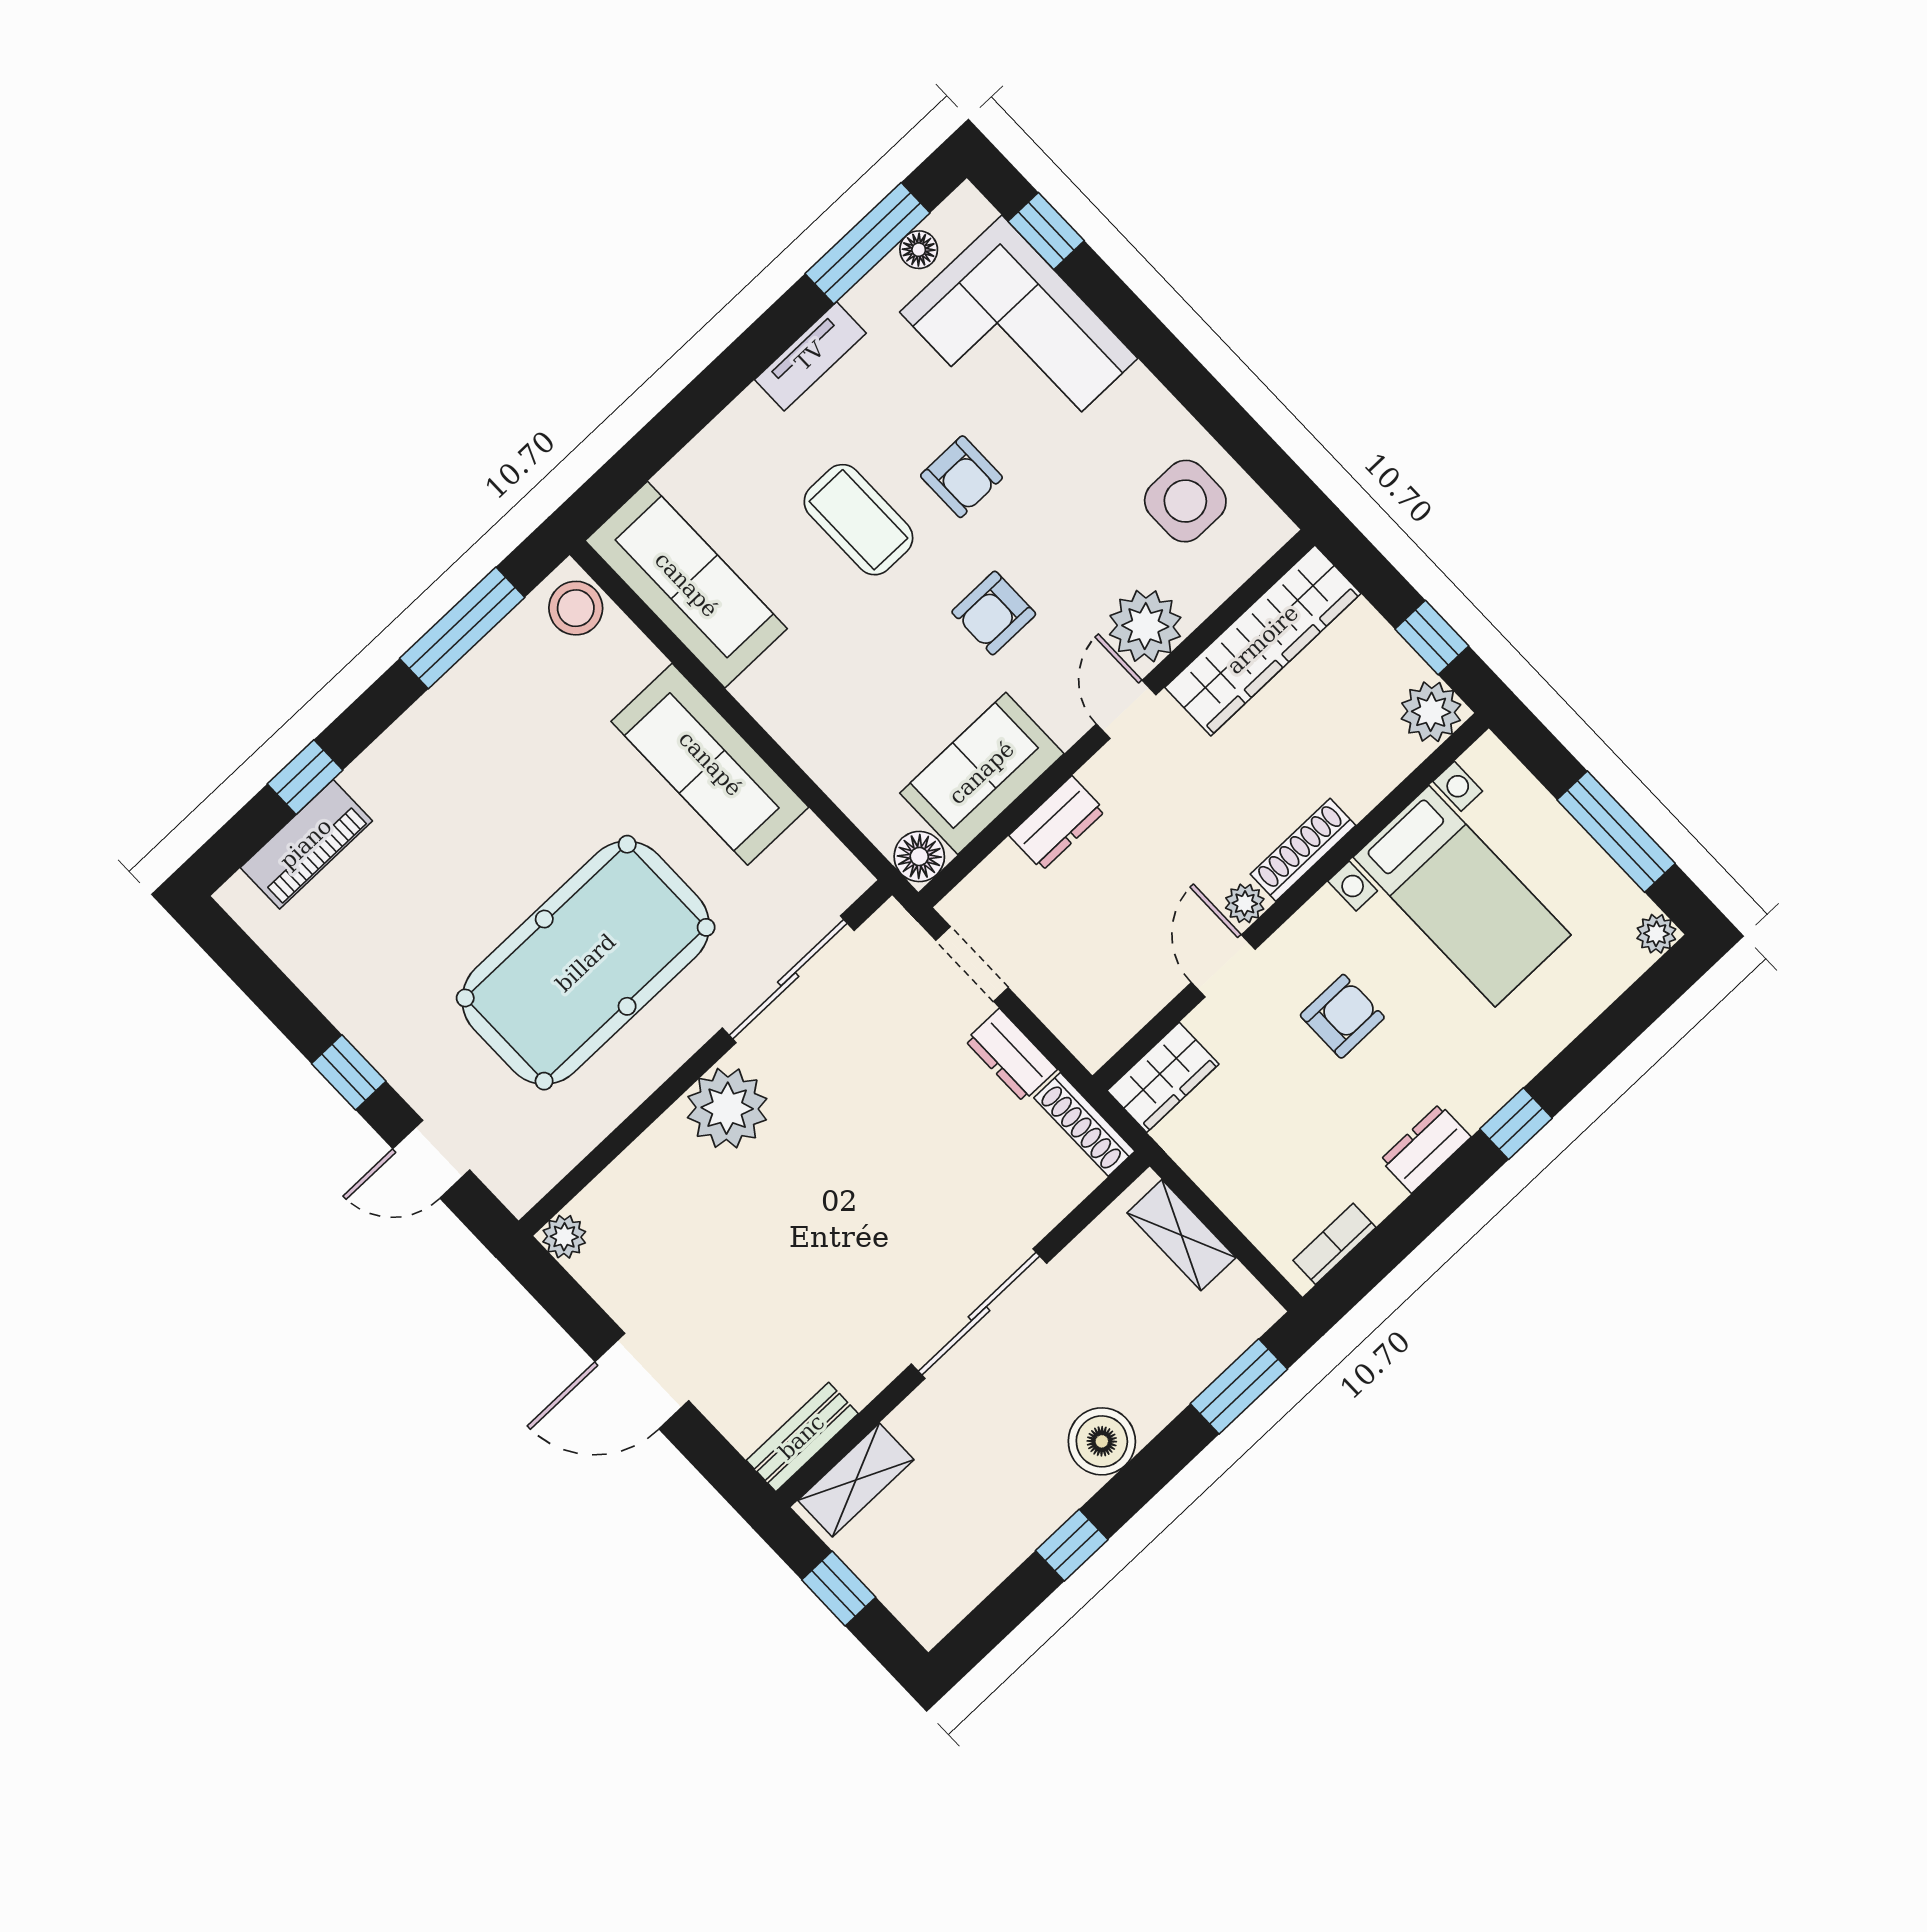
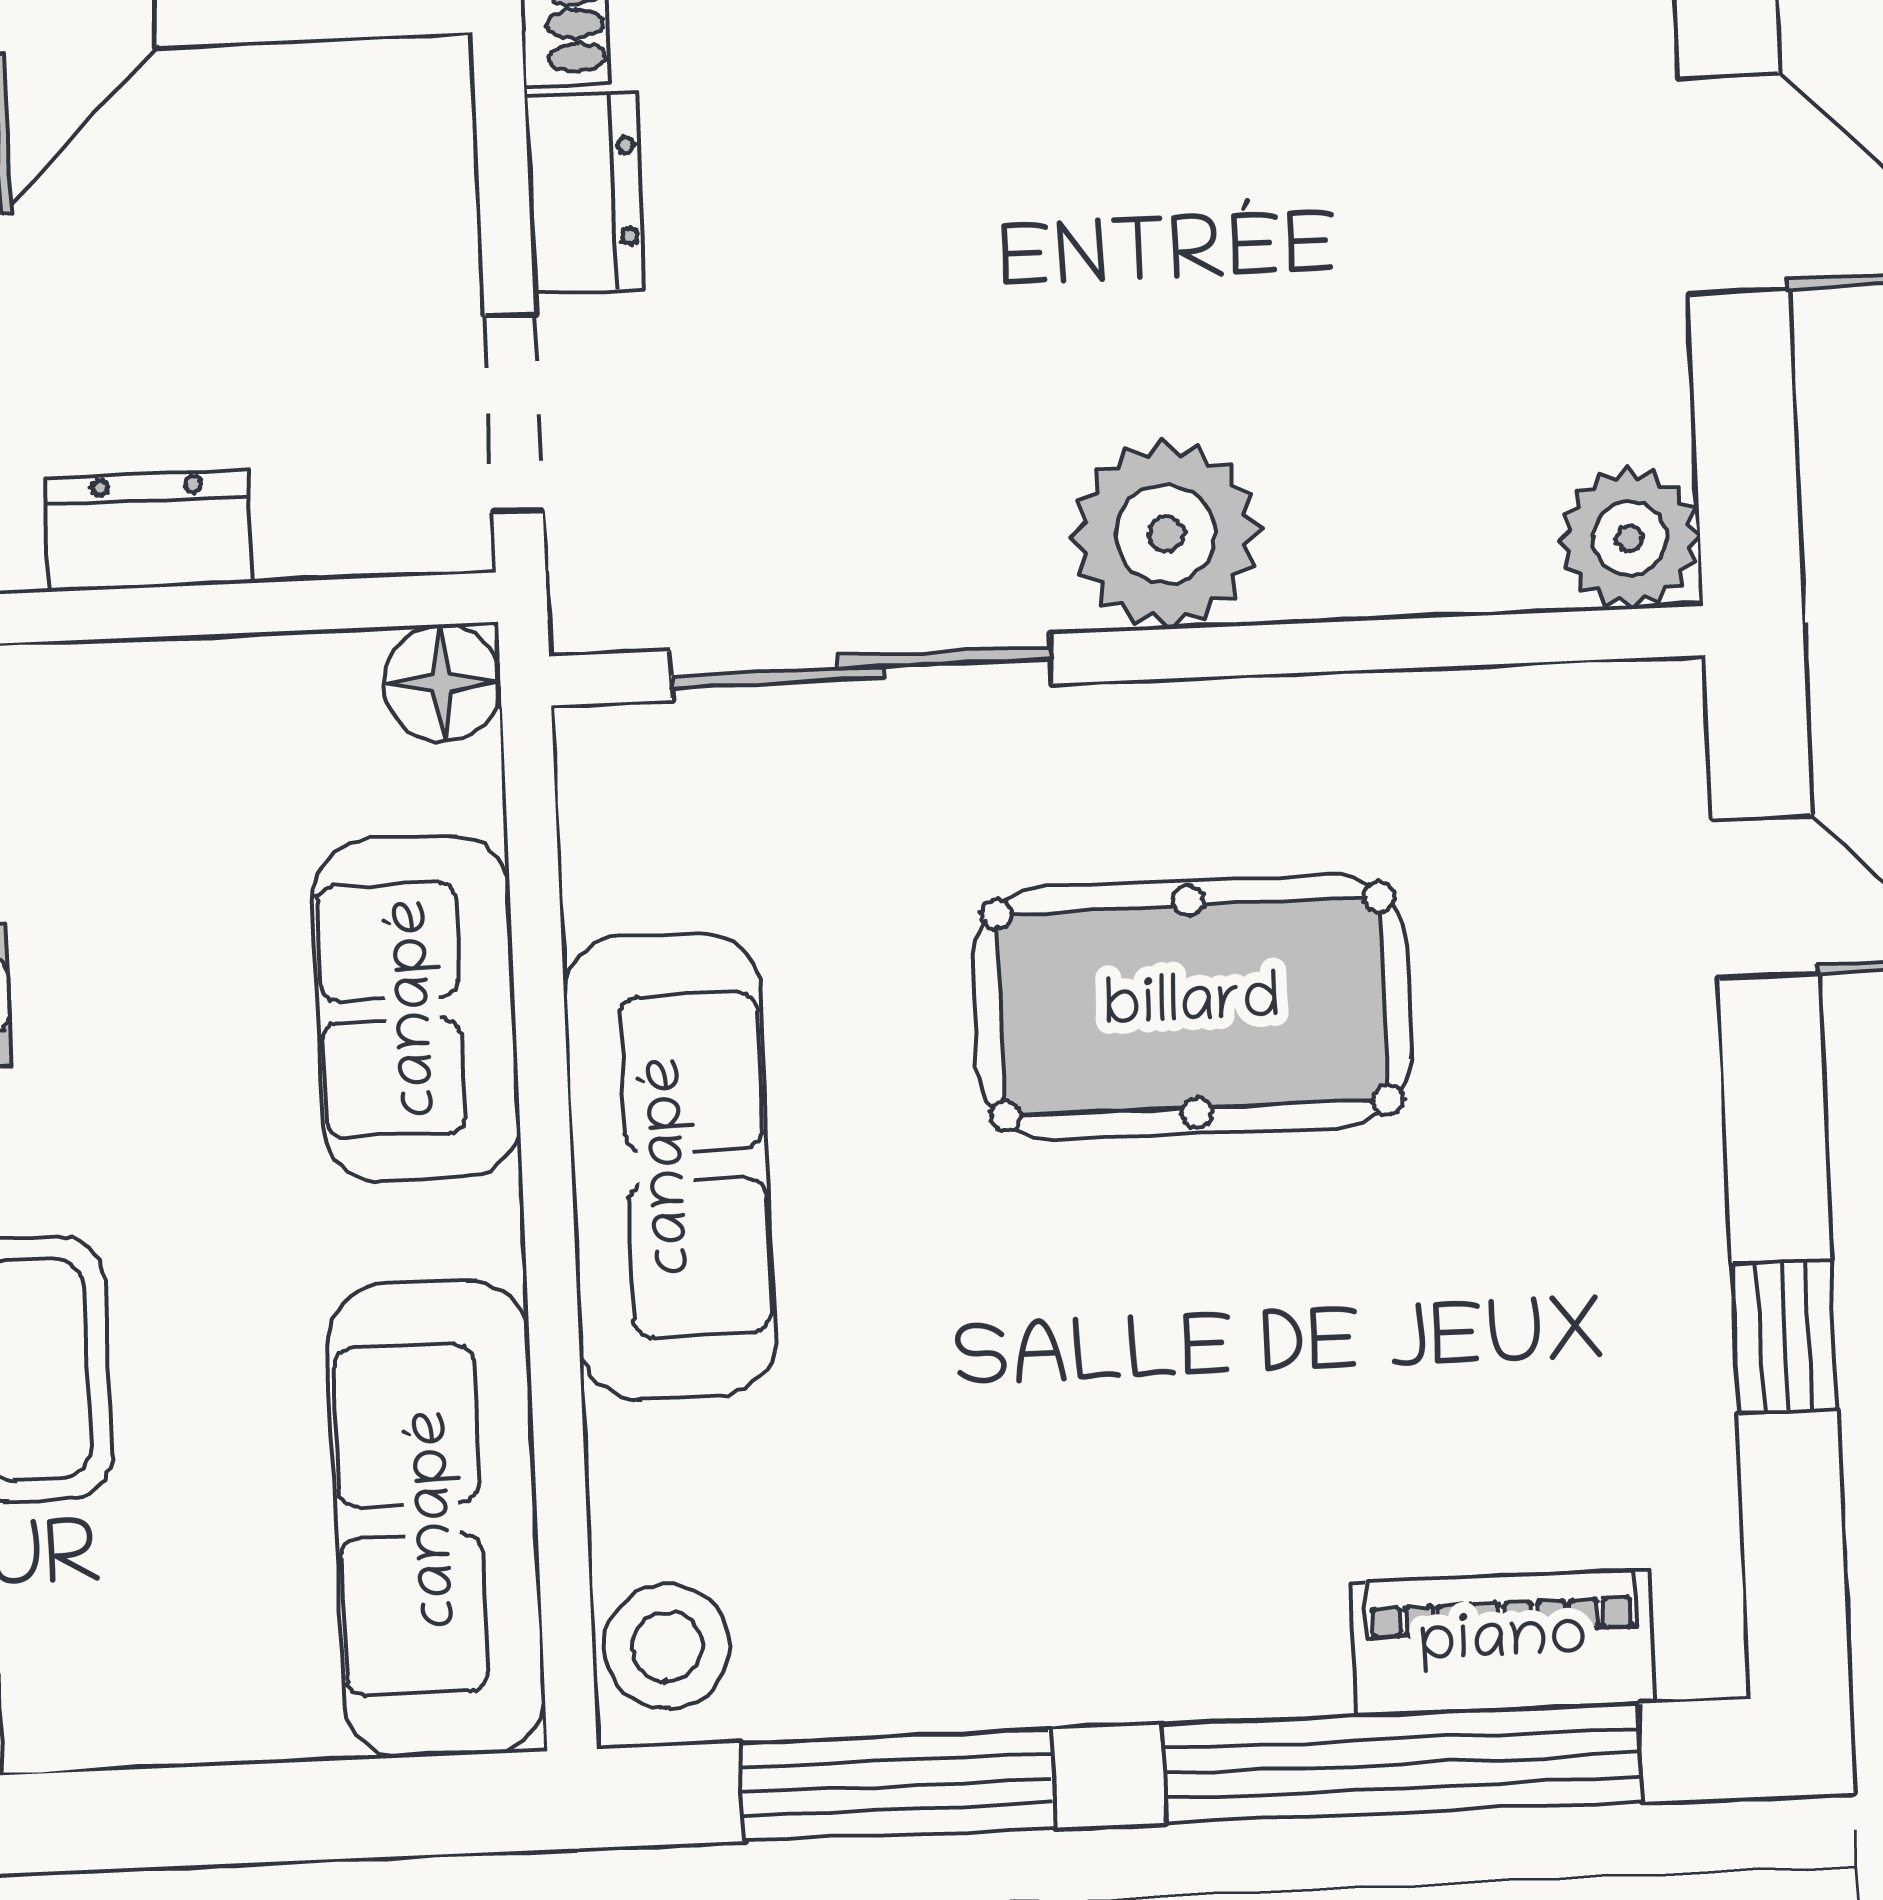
sofa: (982, 773) -> (416, 1008), moved, turned 90
window: (305, 777) -> (1402, 1763), width x3.17
pool table: (586, 963) -> (1192, 1007), width x0.73, depth x0.76
window: (349, 1072) -> (1784, 1337), moved
plant: (564, 1237) -> (1629, 538), width x1.38, depth x1.38

